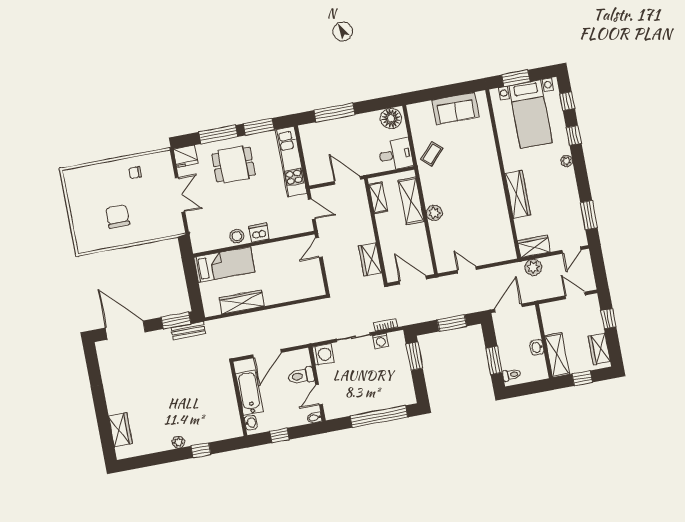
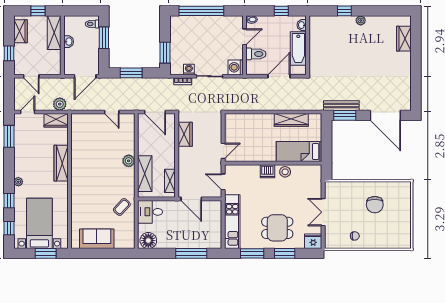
window: (218, 134) -> (285, 253), width x0.69
bench: (188, 331) -> (341, 106), width x1.36

